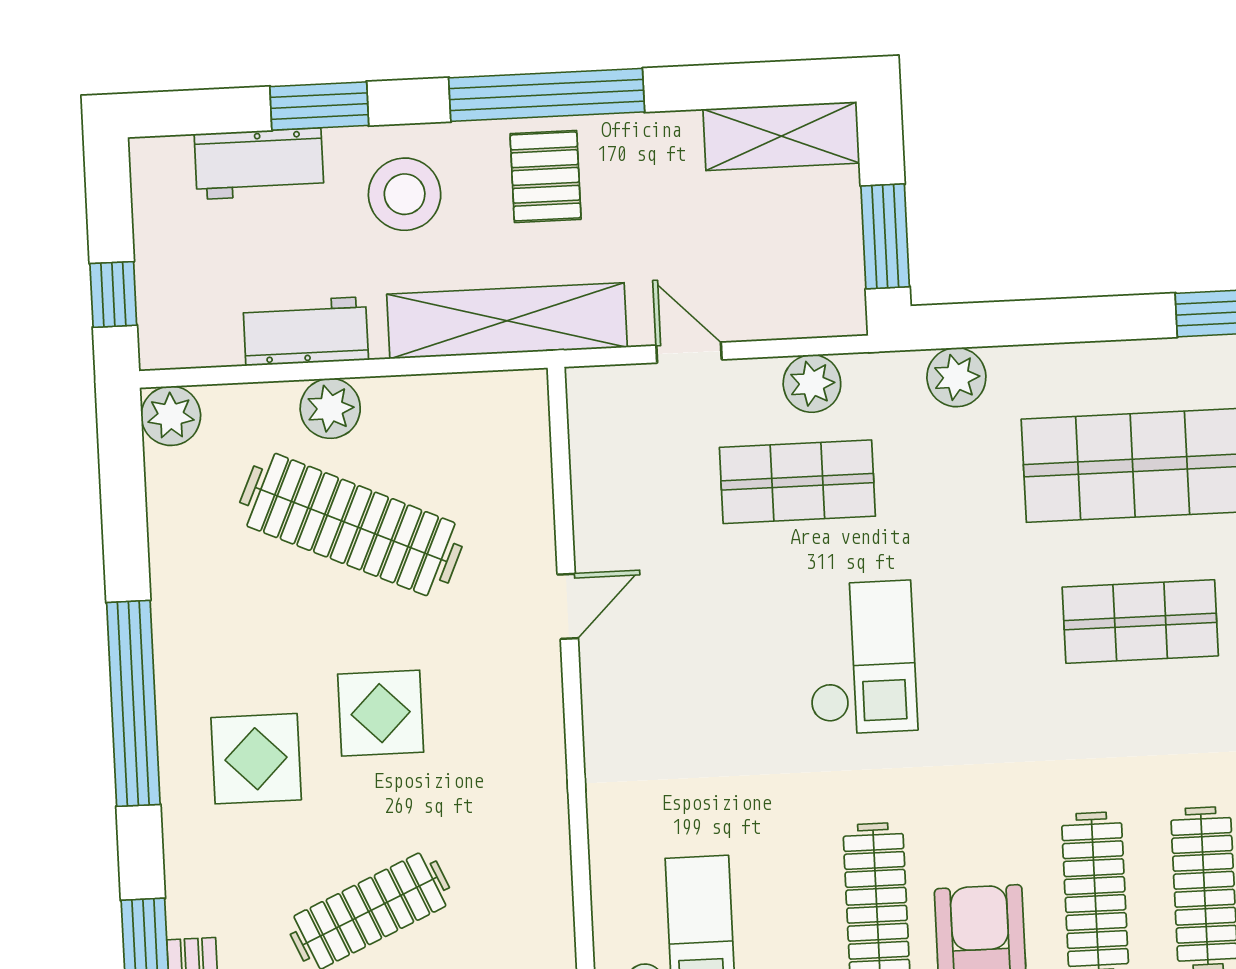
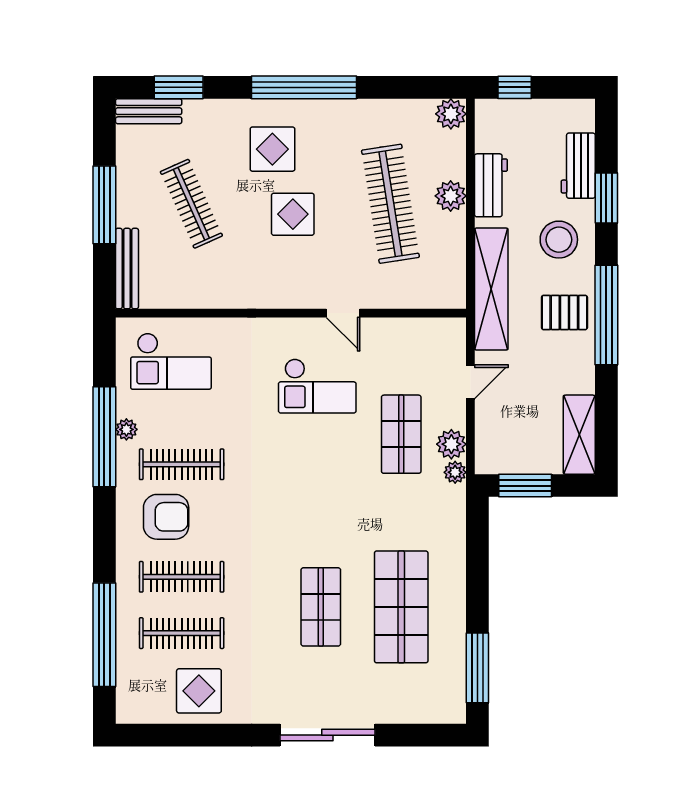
plant: (956, 377) -> (455, 472), moved, width x0.73, depth x0.73
clothes rail: (351, 525) -> (390, 204), turned -33
checkout: (862, 658) -> (317, 386), moved

